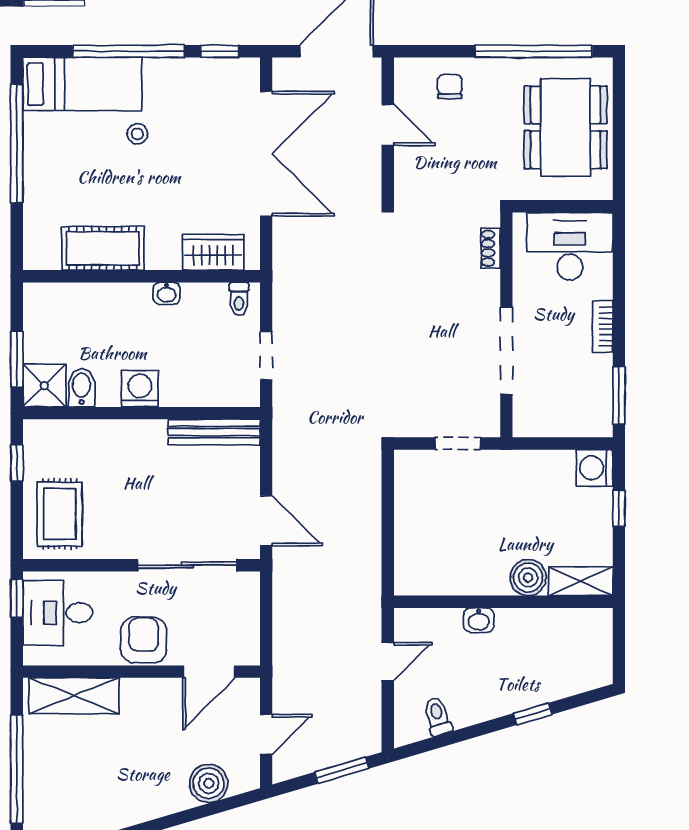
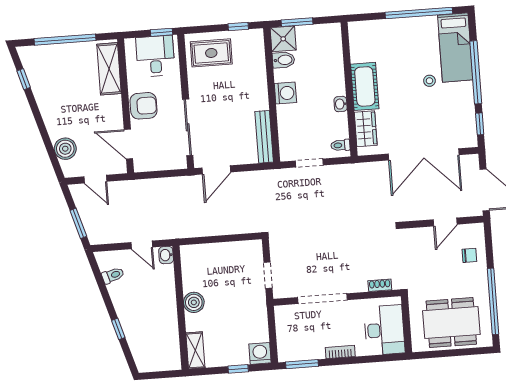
cot: (103, 248) -> (365, 86), moved
boiler: (528, 578) -> (194, 302), moved
washbasin: (479, 620) -> (166, 255), moved

